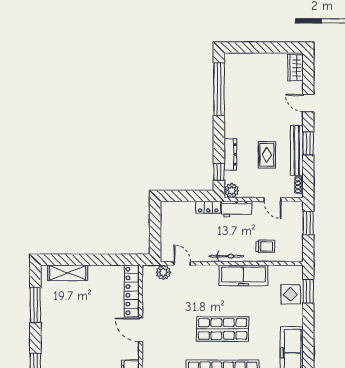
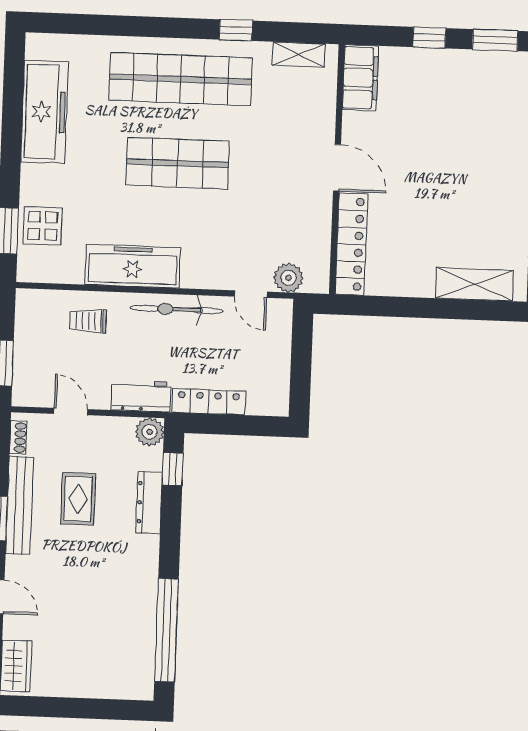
locker: (208, 207) -> (209, 402), width x1.53
bicycle: (227, 256) -> (176, 309), width x1.37, depth x1.40

